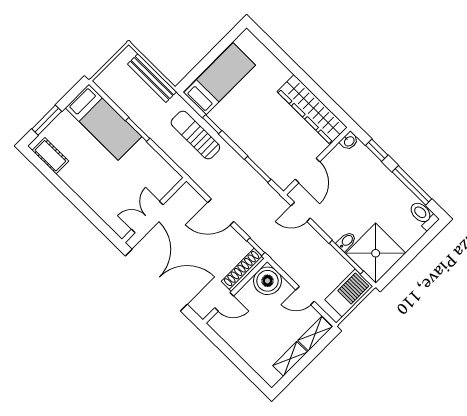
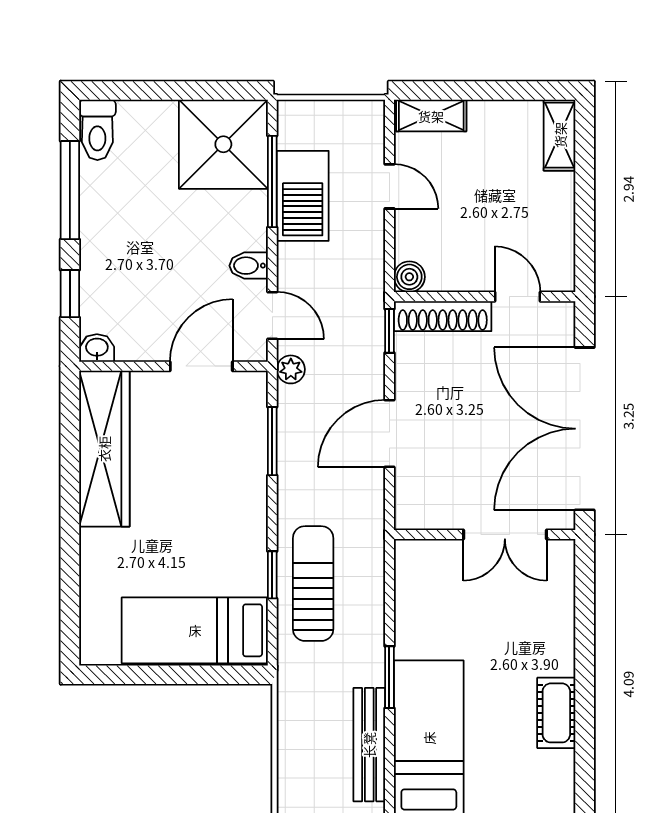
bench: (152, 78) -> (369, 745), moved
sun lounger: (195, 135) -> (313, 584), turned 180
cot: (50, 156) -> (556, 713), moved
plant: (276, 200) -> (291, 369), added
door: (221, 212) -> (389, 433), swing flipped
bidet: (346, 241) -> (249, 266), moved
boiler: (267, 281) -> (409, 277), width x0.54, depth x0.54
barbecue: (349, 293) -> (303, 196), moved, turned -90
shelving: (290, 359) -> (560, 135), moved, turned 90

